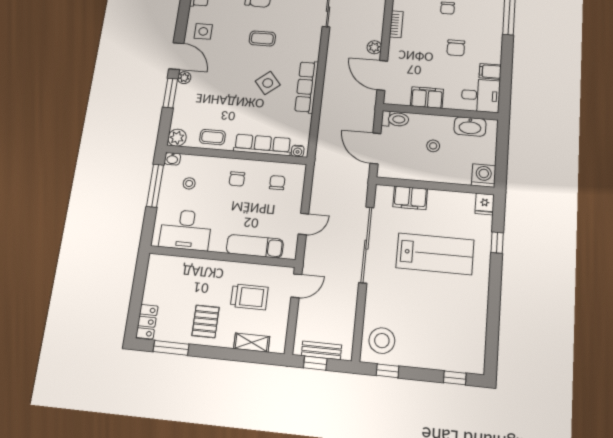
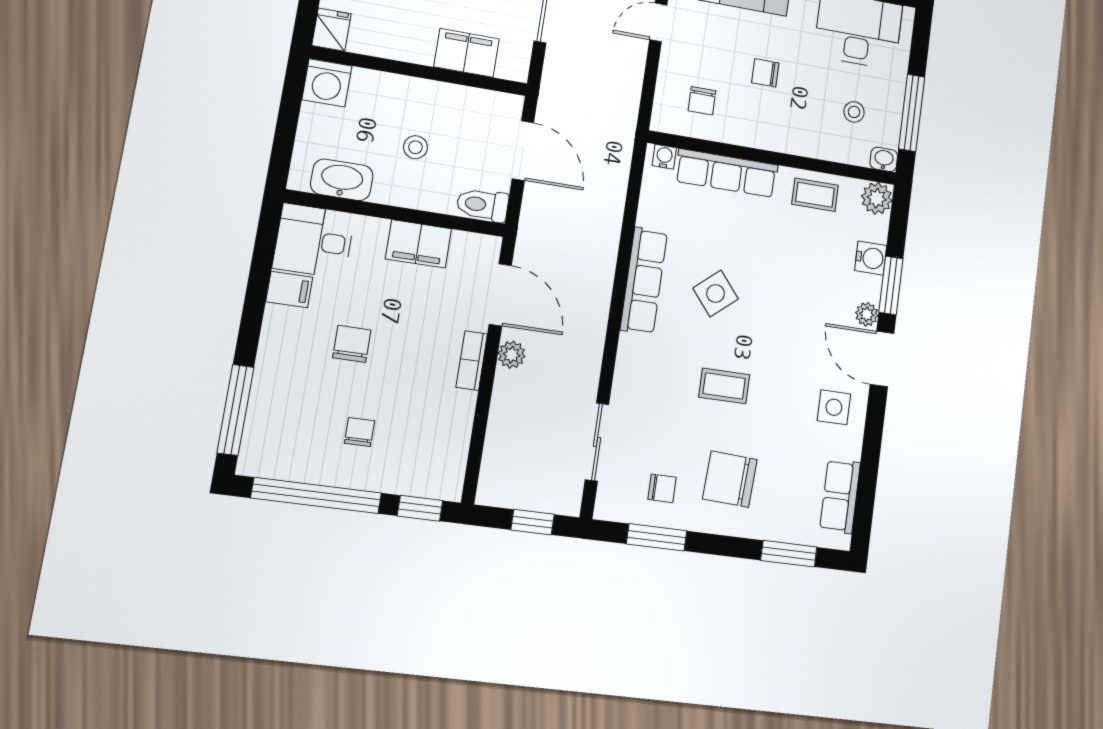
bookcase: (396, 24) -> (472, 361), moved
water cooler: (181, 106) -> (871, 258), added
chair: (237, 179) -> (765, 73), moved, turned -90

